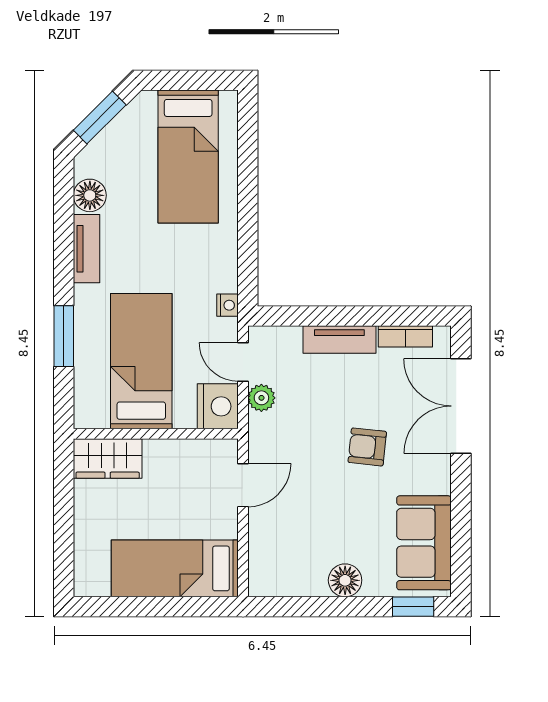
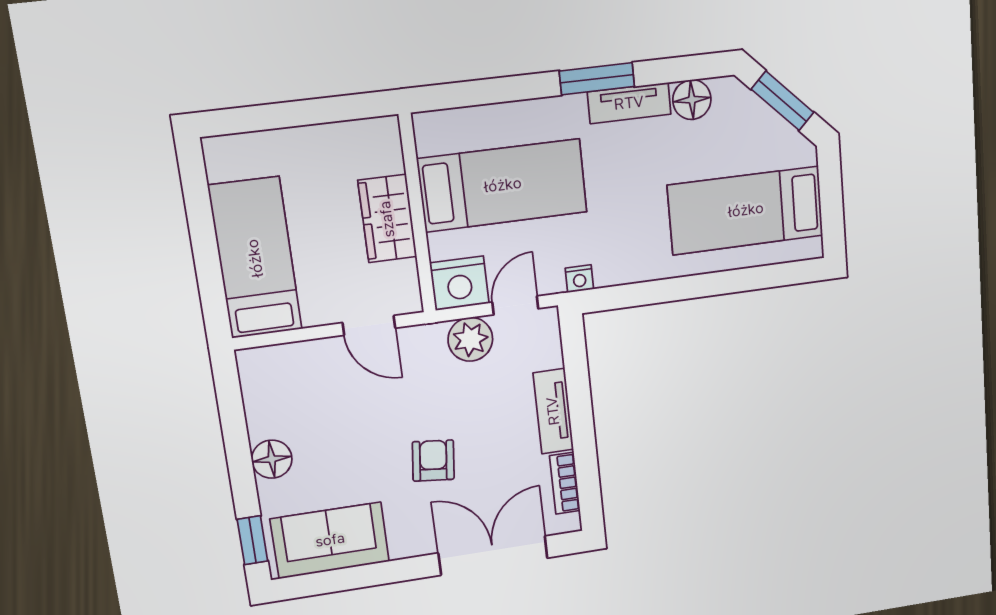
window: (64, 336) -> (597, 79), moved
plant: (261, 398) -> (470, 339), width x1.38, depth x1.38
wardrobe: (108, 459) -> (387, 219), moved

